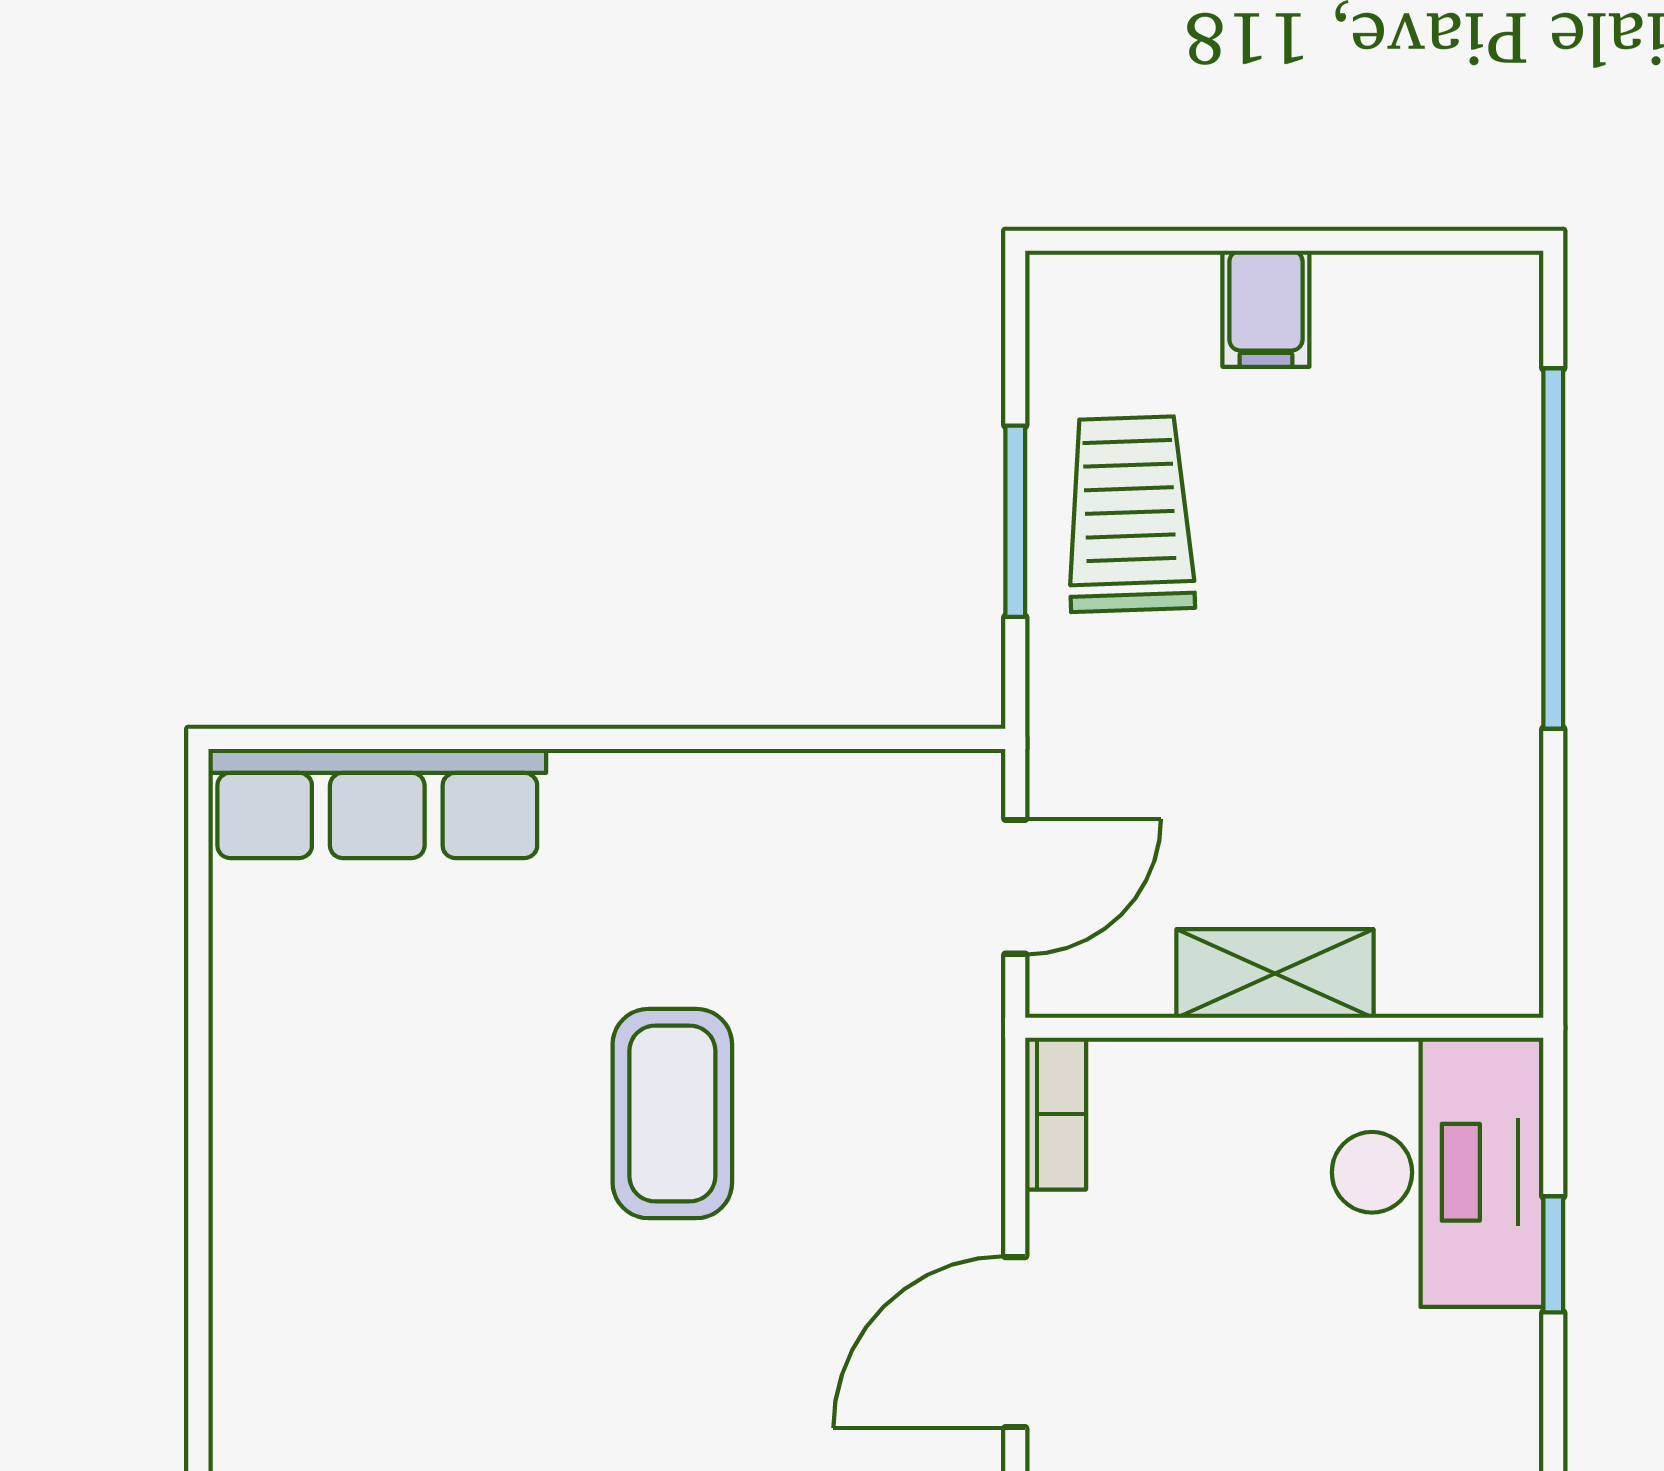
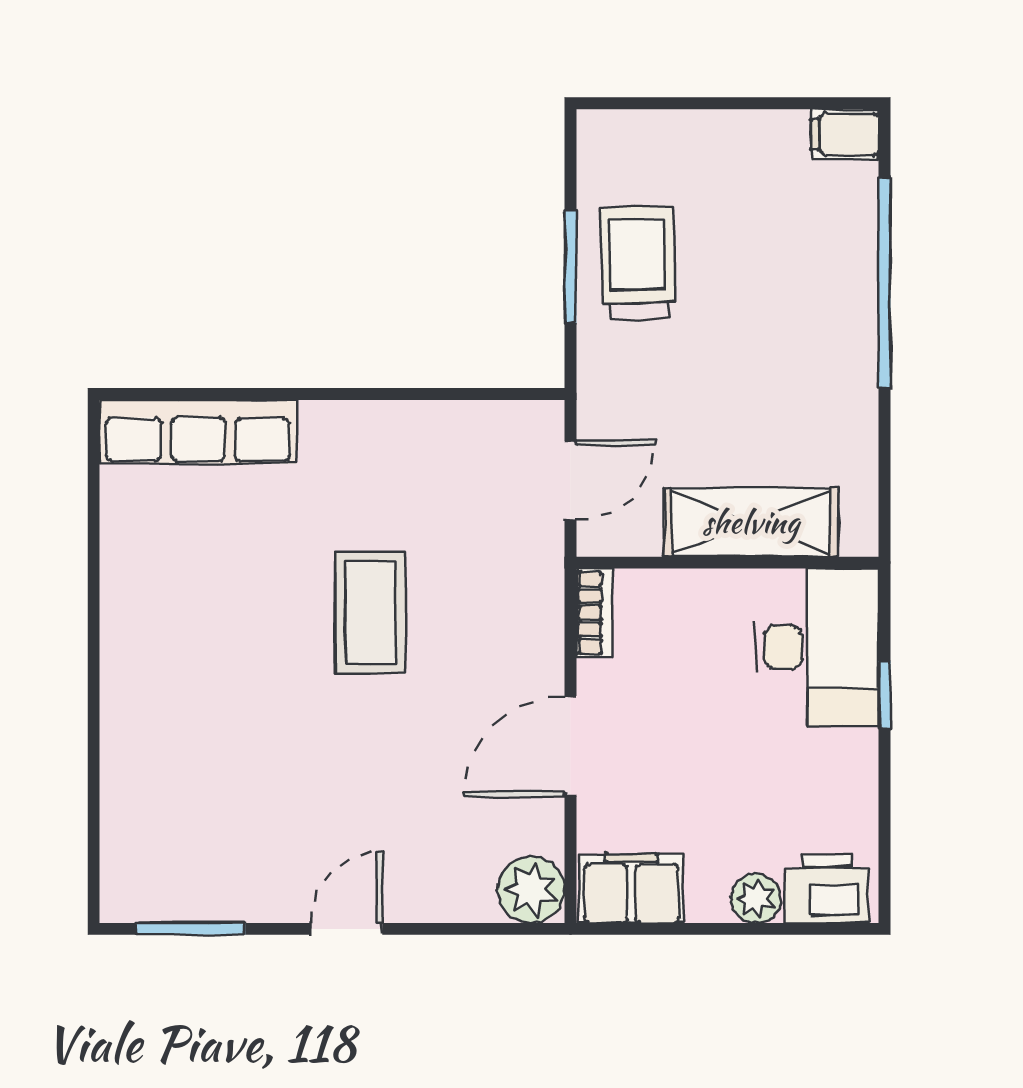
filing cabinet: (1266, 309) -> (845, 134), moved, turned 90
shelving: (1275, 973) -> (751, 522), width x1.50, depth x1.33

